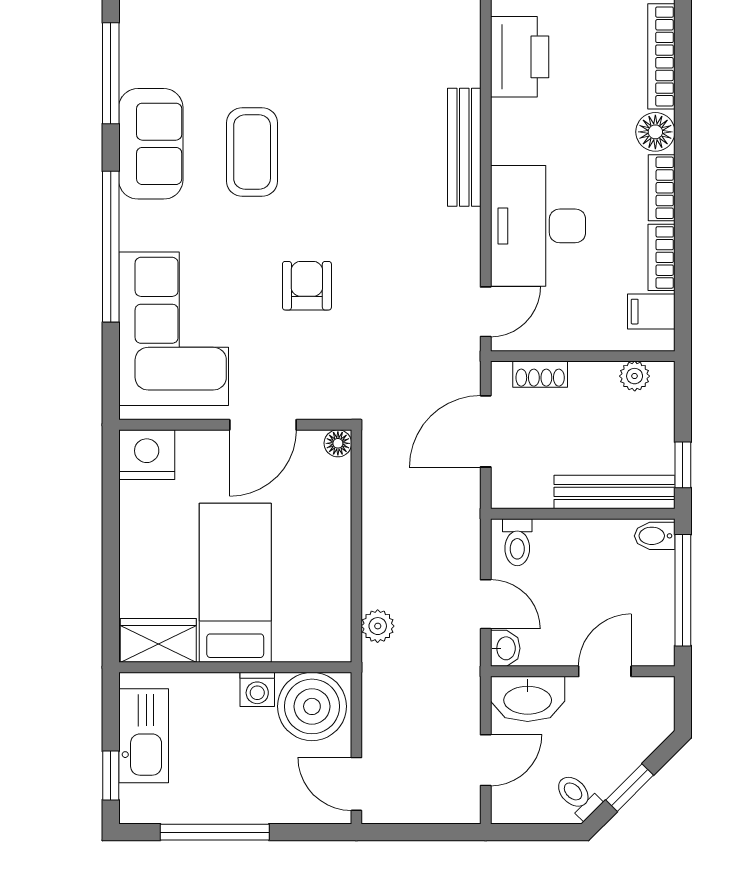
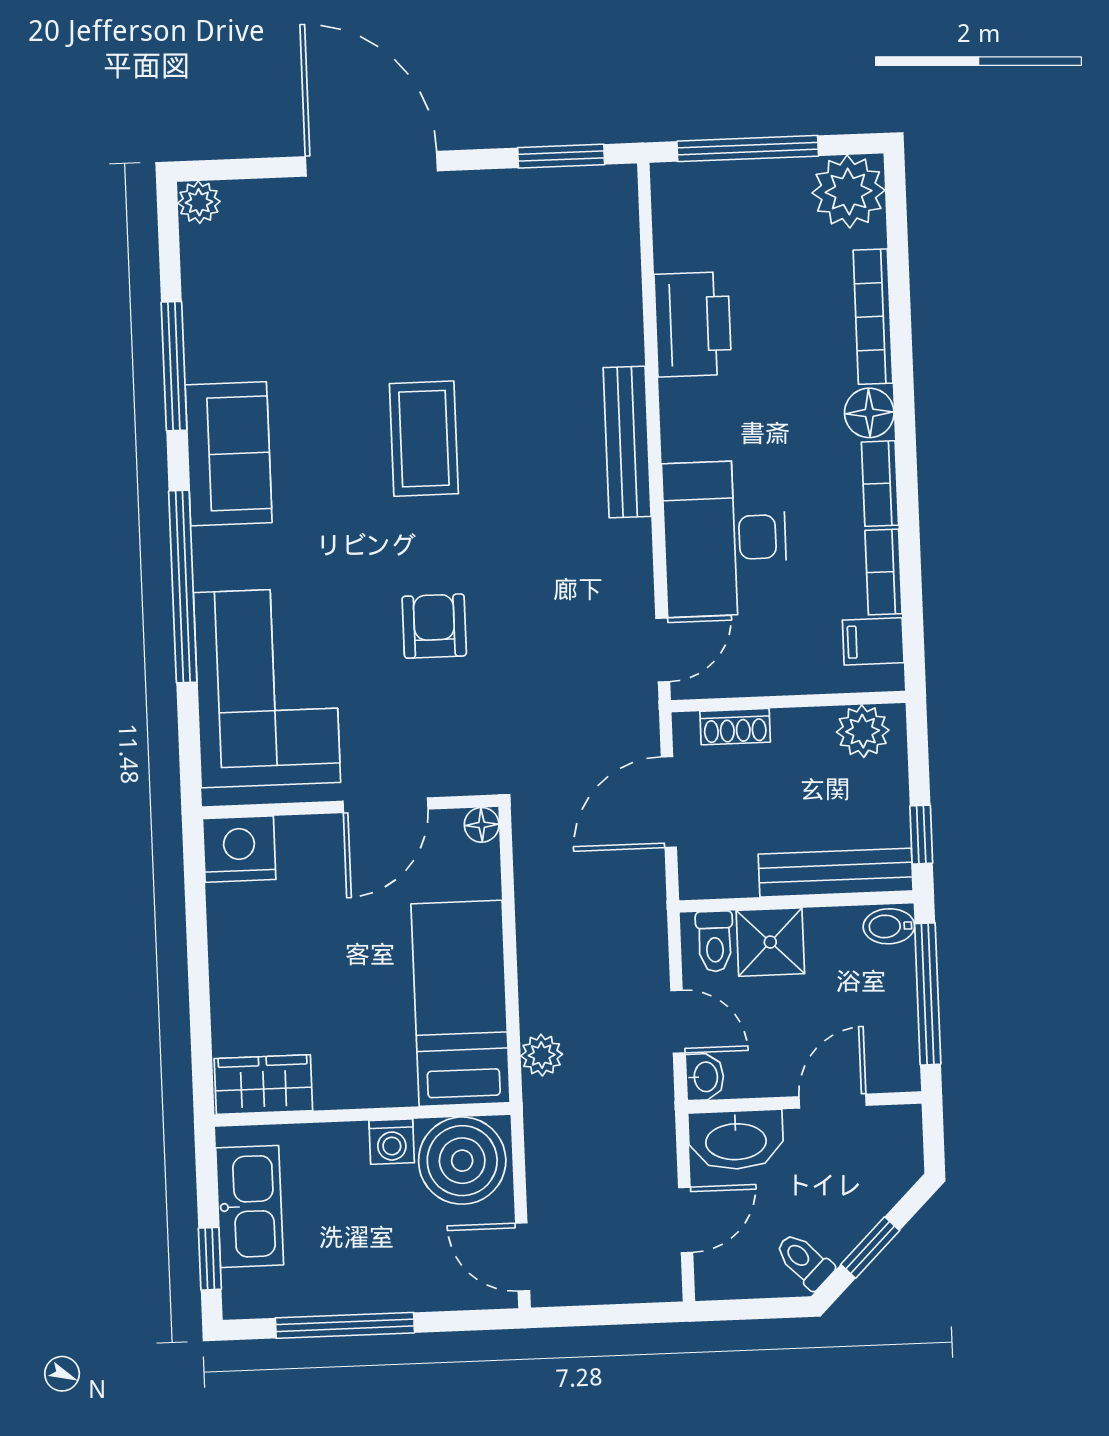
coffee table: (252, 152) -> (424, 439), moved
plant: (635, 376) -> (863, 731), width x1.38, depth x1.38
shower: (561, 544) -> (770, 942), added
bed: (235, 583) -> (461, 1003), moved

